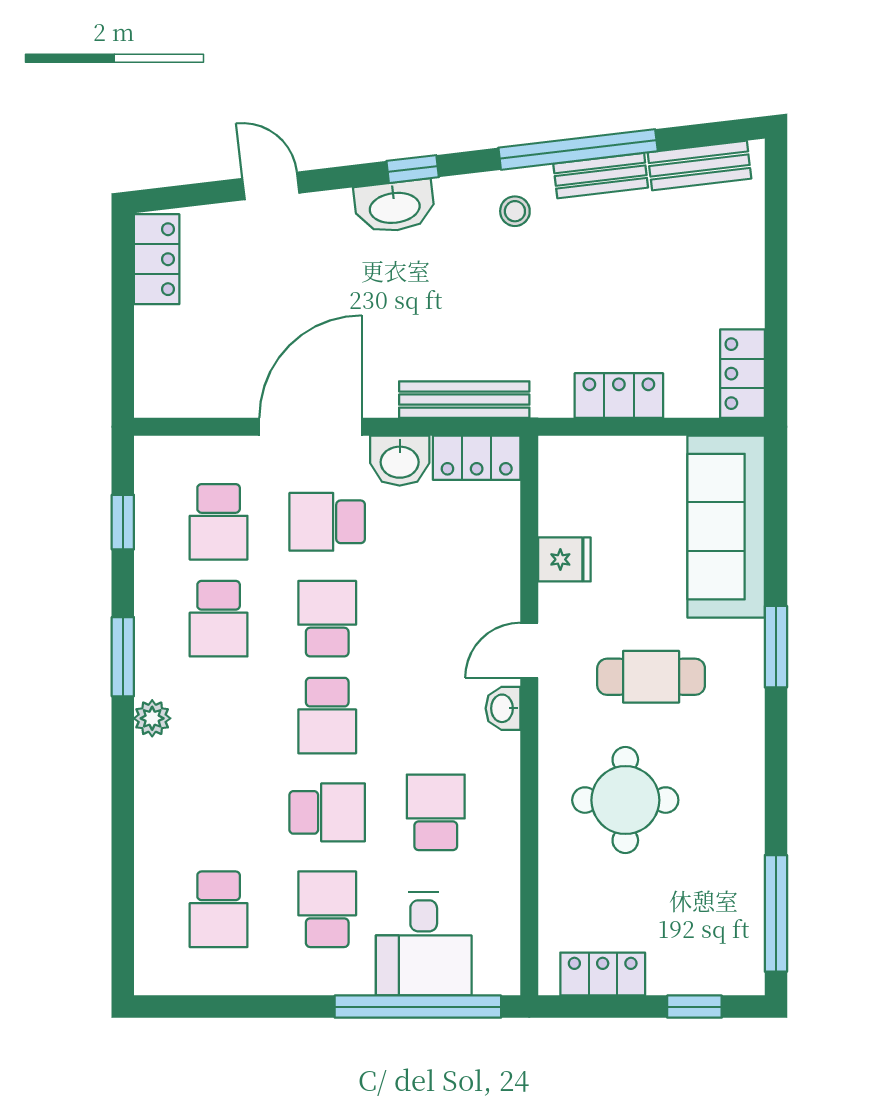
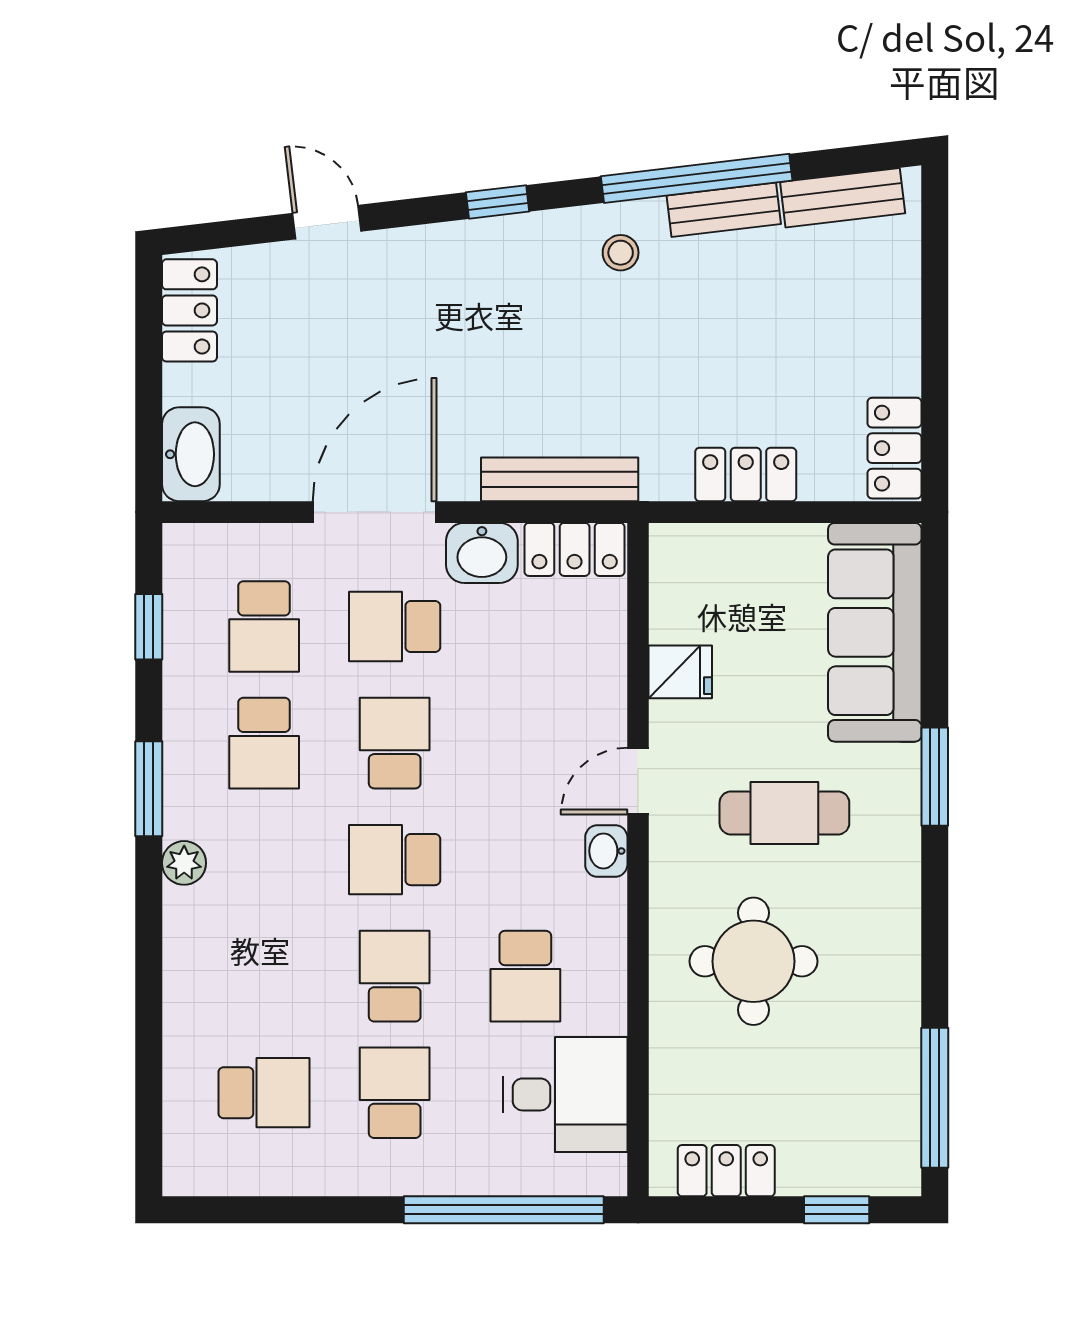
washbasin: (395, 206) -> (191, 454), moved, turned -83
school desk: (327, 716) -> (395, 860), turned 90
school desk: (327, 812) -> (395, 976), turned -90
school desk: (436, 812) -> (525, 976), turned 180
school desk: (219, 909) -> (264, 1093), turned -90
desk: (424, 944) -> (565, 1094), moved, turned -90

